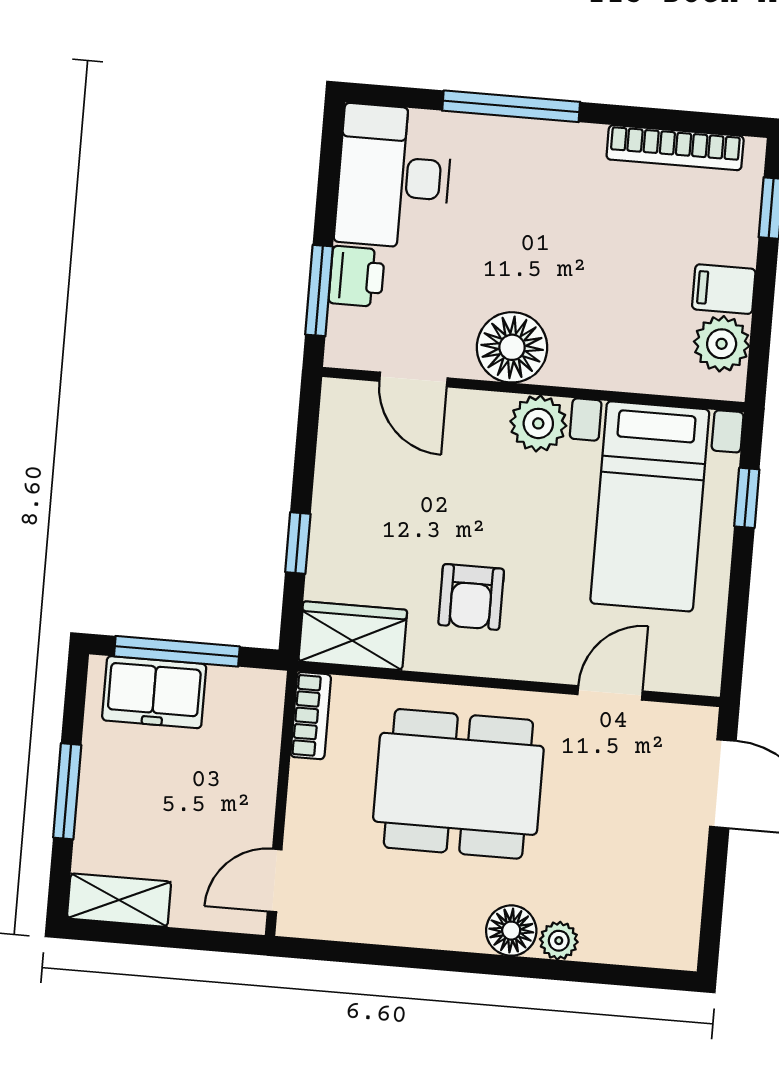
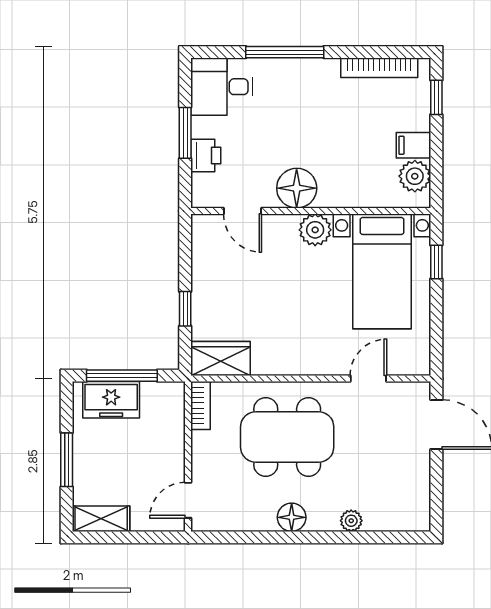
desk: (394, 177) -> (222, 87), width x0.73
window: (319, 291) -> (185, 133), moved
armchair: (471, 597) -> (285, 331), removed
floor lamp: (511, 931) -> (292, 517), moved

